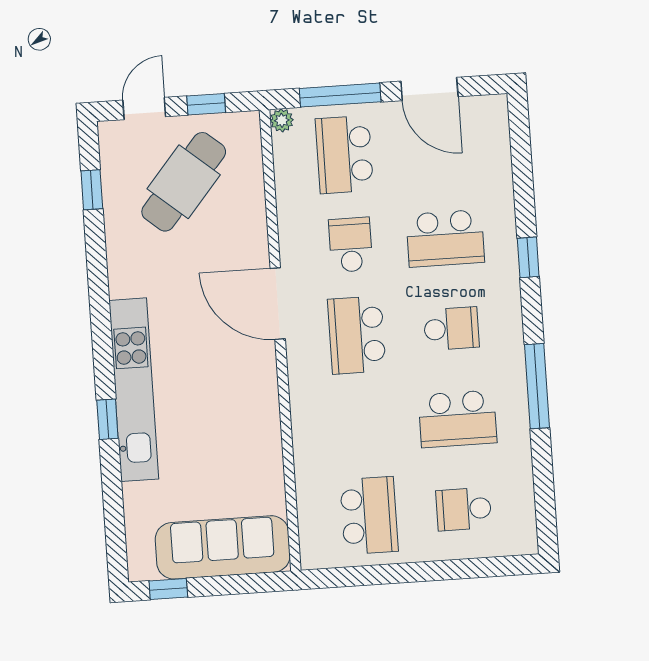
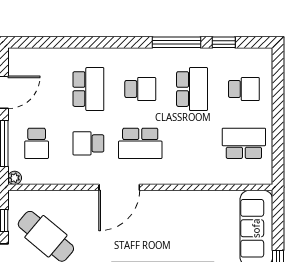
school desk: (344, 155) -> (37, 143), width x0.54
window: (528, 257) -> (224, 42), moved
school desk: (451, 329) -> (140, 89), turned 90
school desk: (464, 509) -> (244, 89), turned -90

